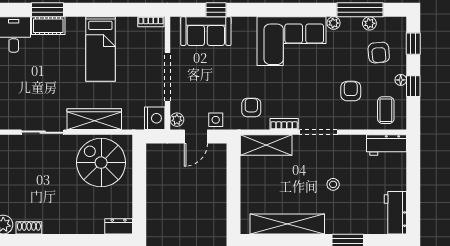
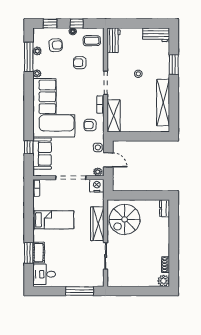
corner sofa: (291, 41) -> (54, 108), width x1.36, depth x1.36

